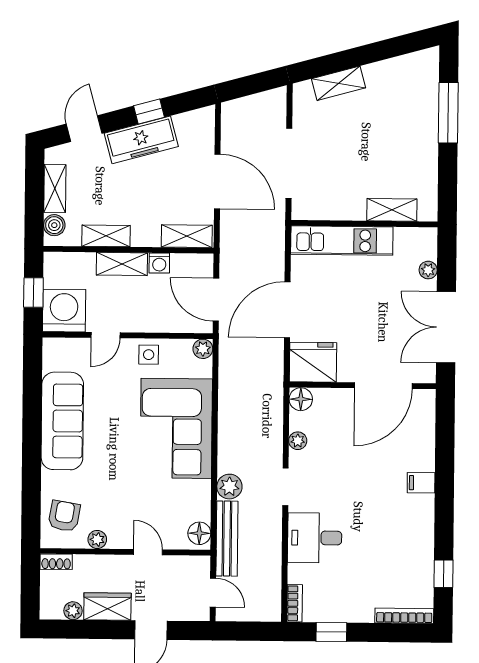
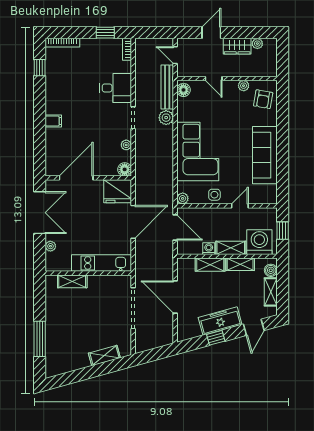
shelving: (187, 236) -> (210, 265), moved
washing machine: (64, 311) -> (259, 242), moved, turned 180
shoe rack: (56, 562) -> (268, 72), removed

